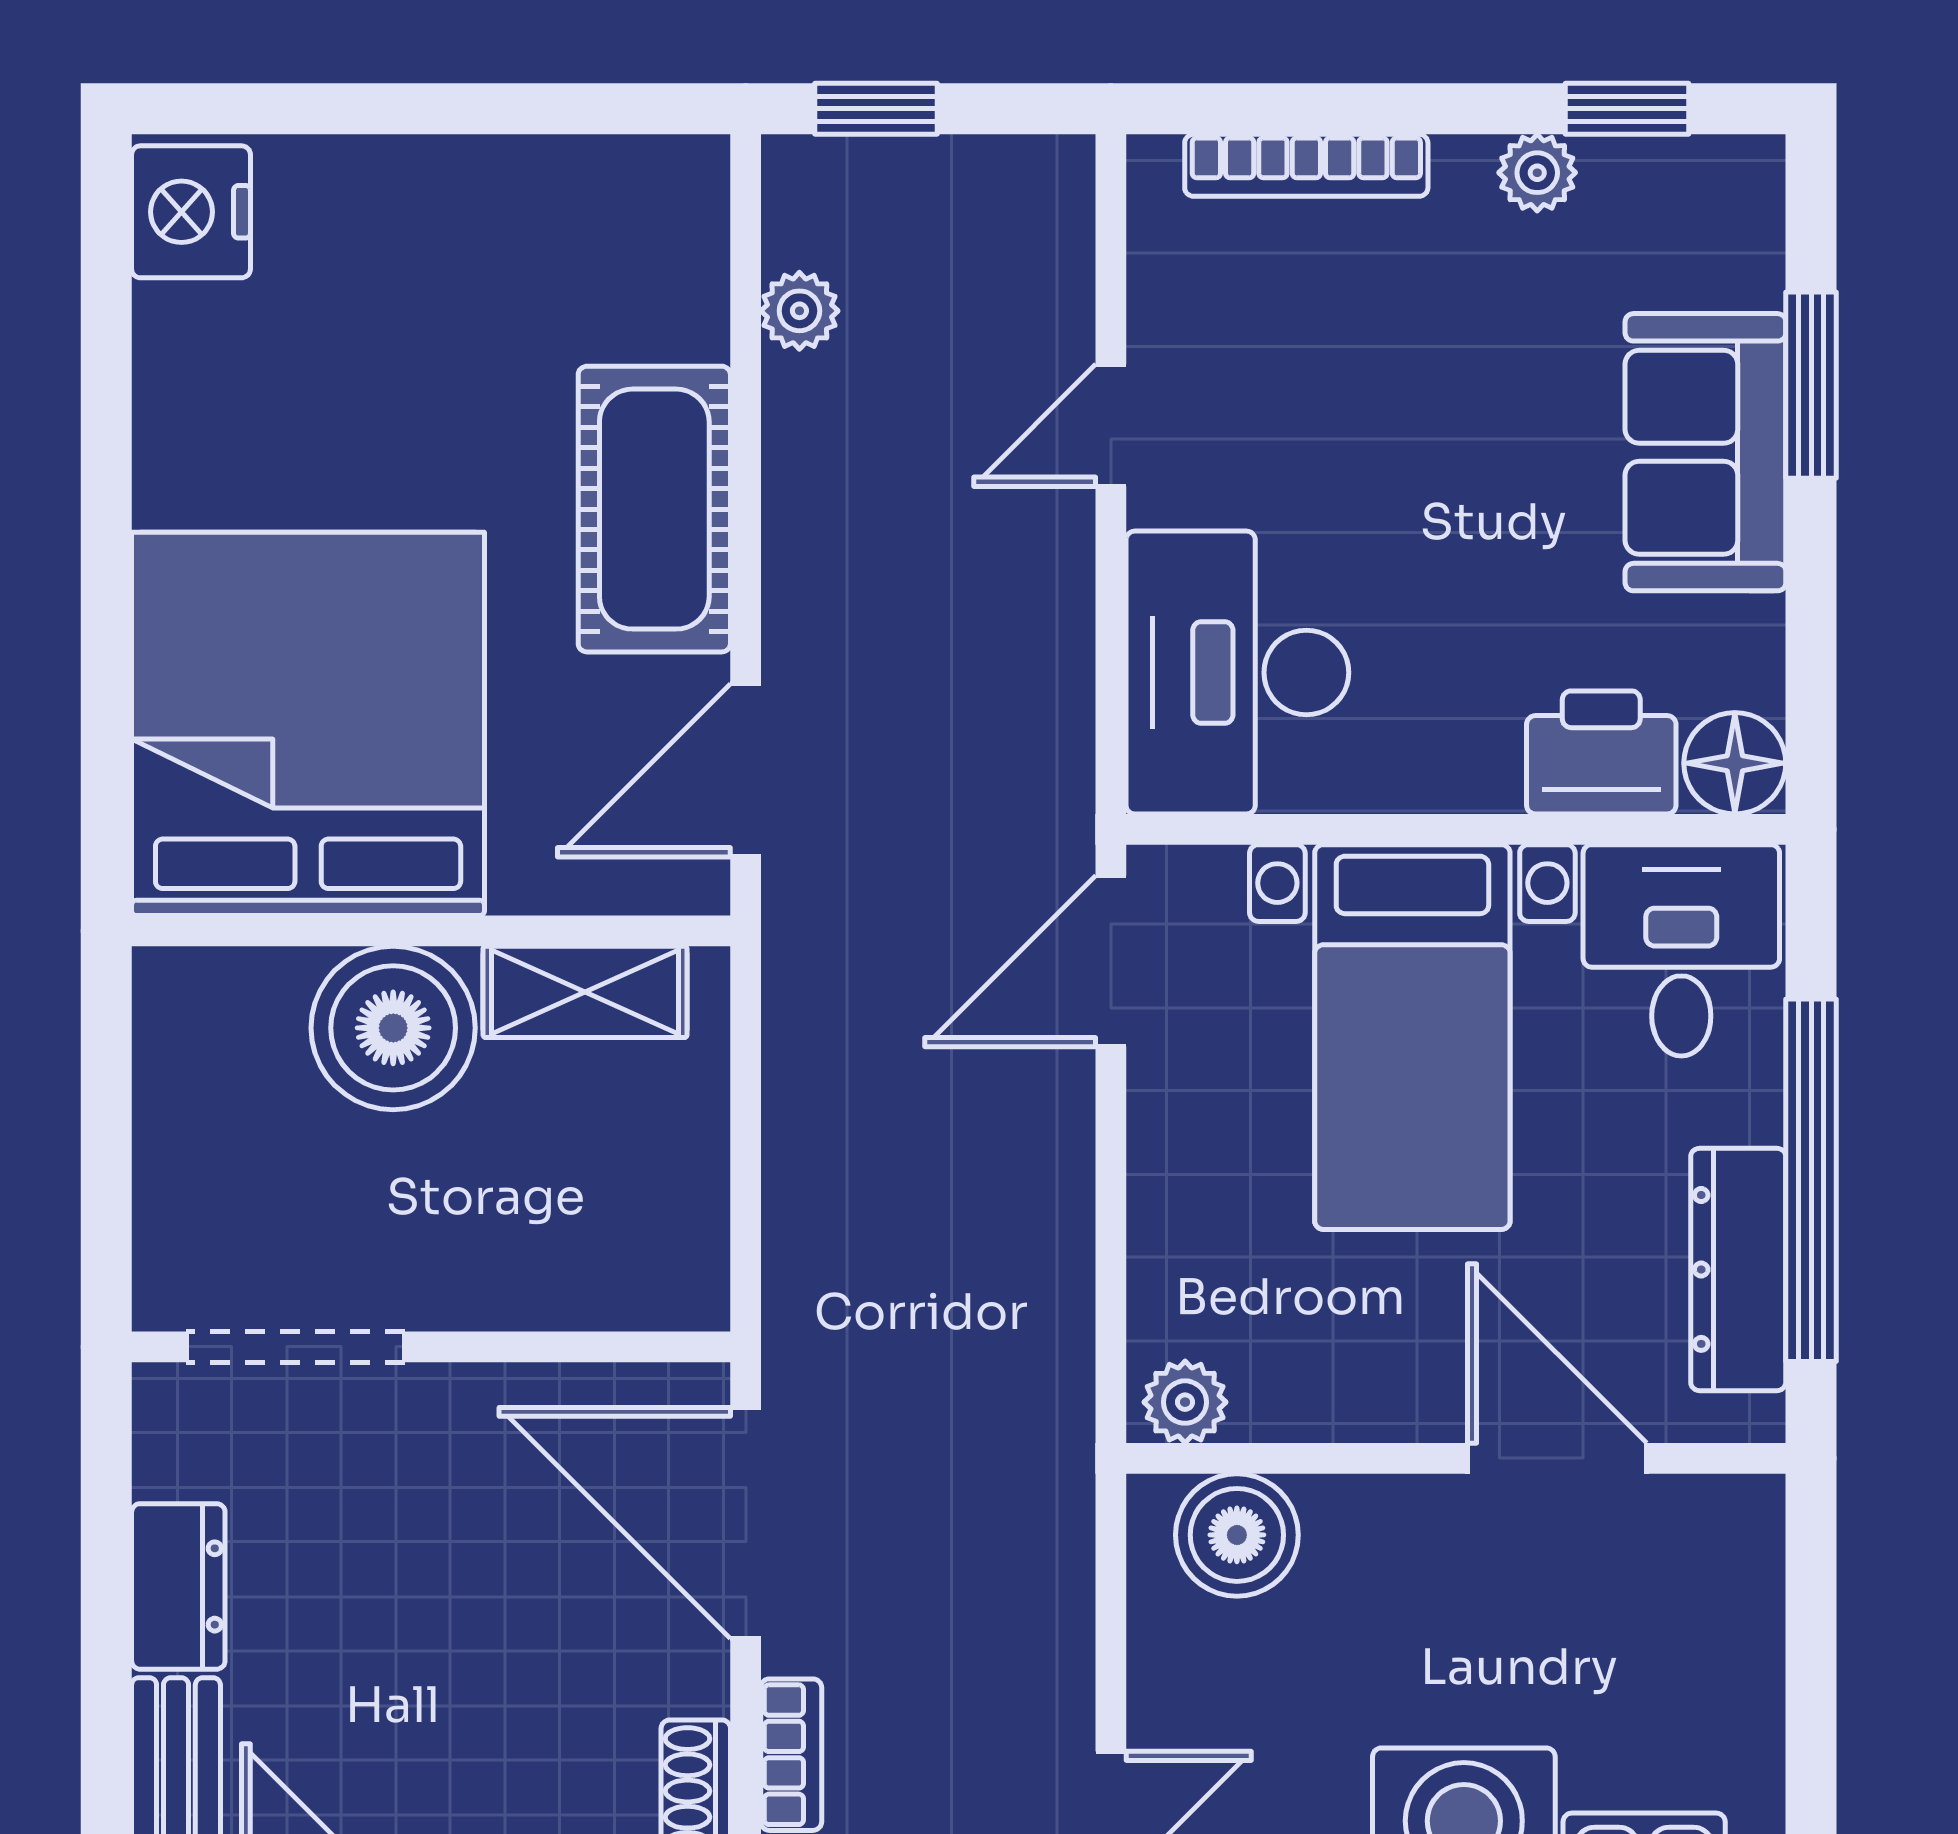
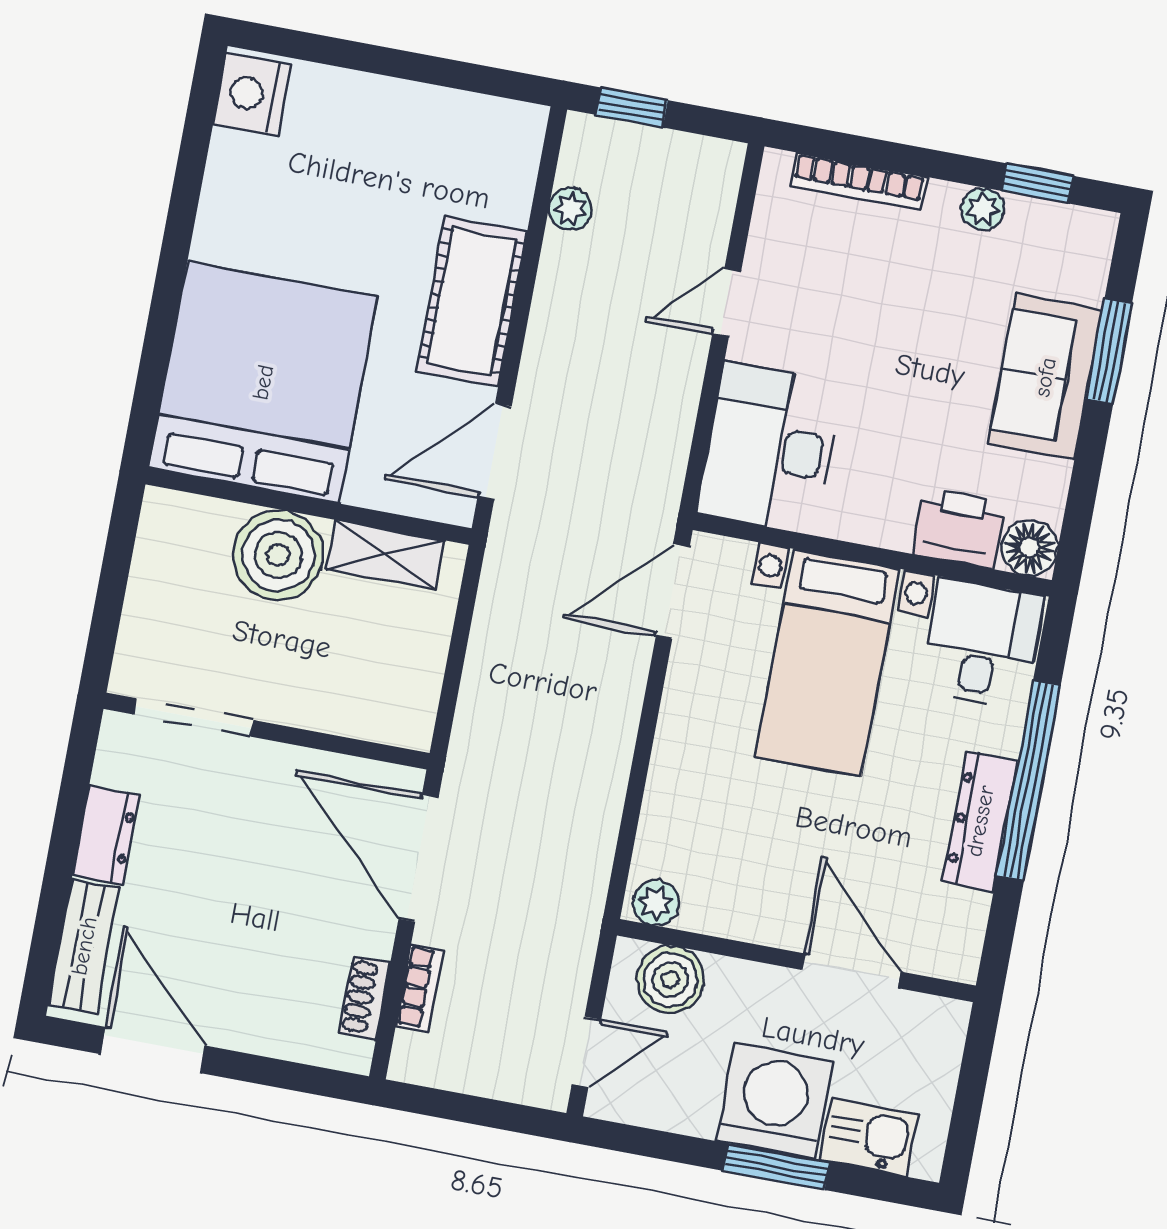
plant: (1185, 1402) -> (656, 903), moved
wall: (1456, 1458) -> (796, 961), moved
door: (1557, 1458) -> (851, 971), moved
boiler: (1237, 1535) -> (670, 980), moved

